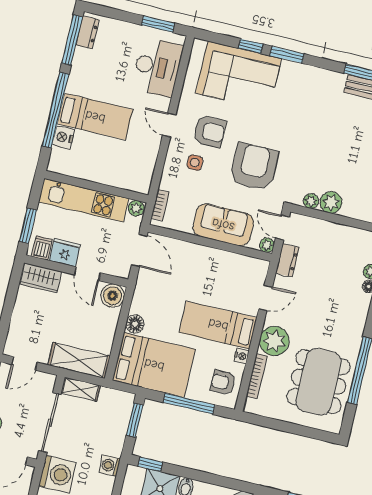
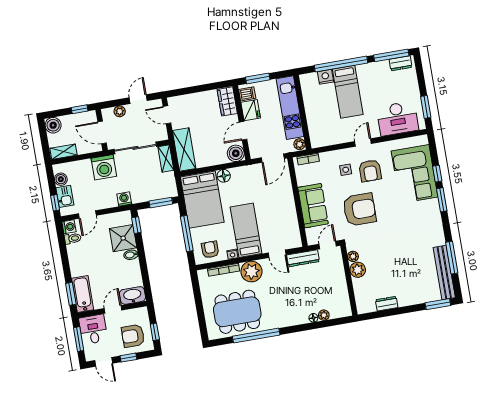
plant: (267, 245) -> (312, 240), removed
dresser: (287, 260) -> (303, 258), width x1.44

